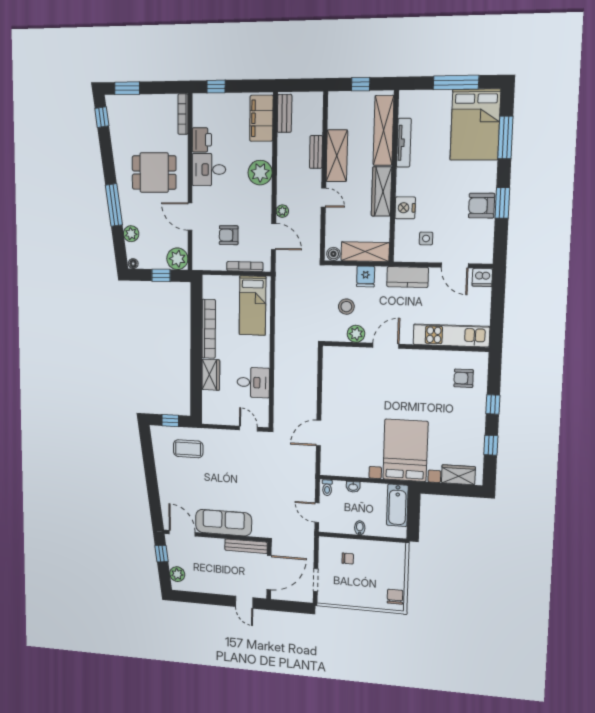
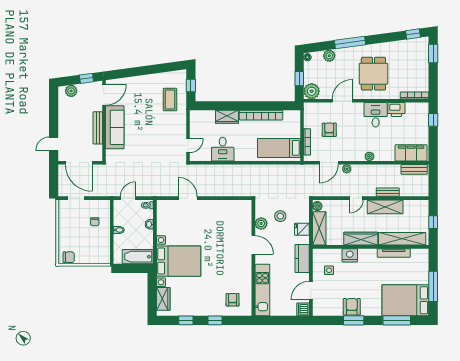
plant: (260, 173) -> (369, 156), width x0.53, depth x0.53
bench: (246, 546) -> (98, 128), moved

